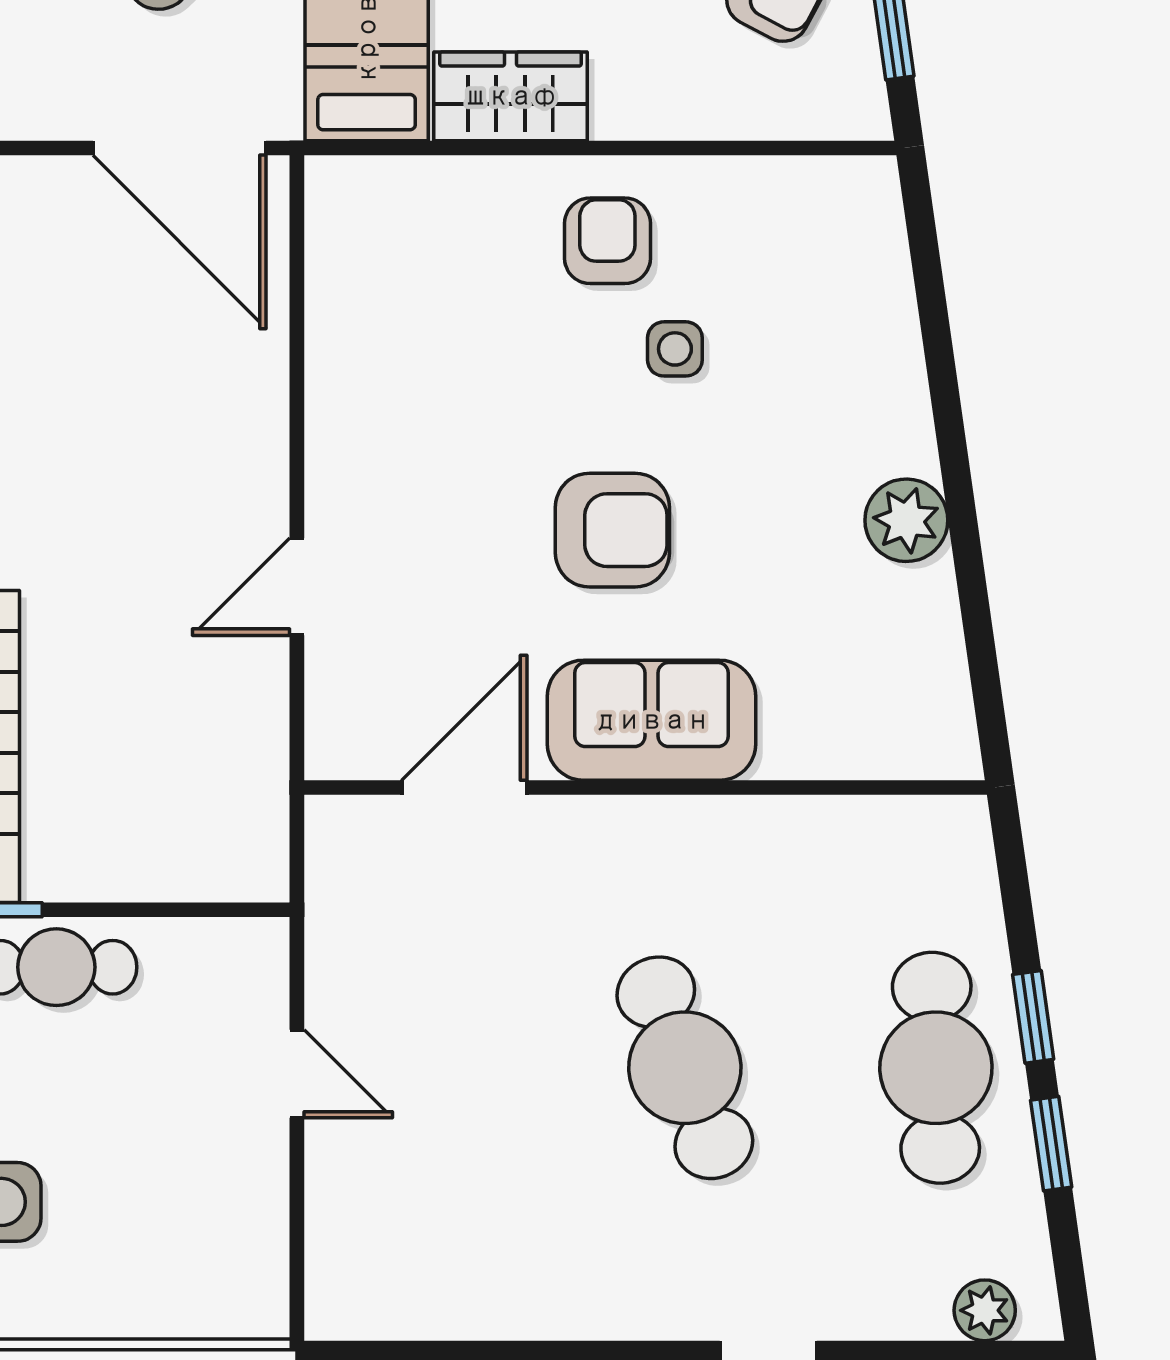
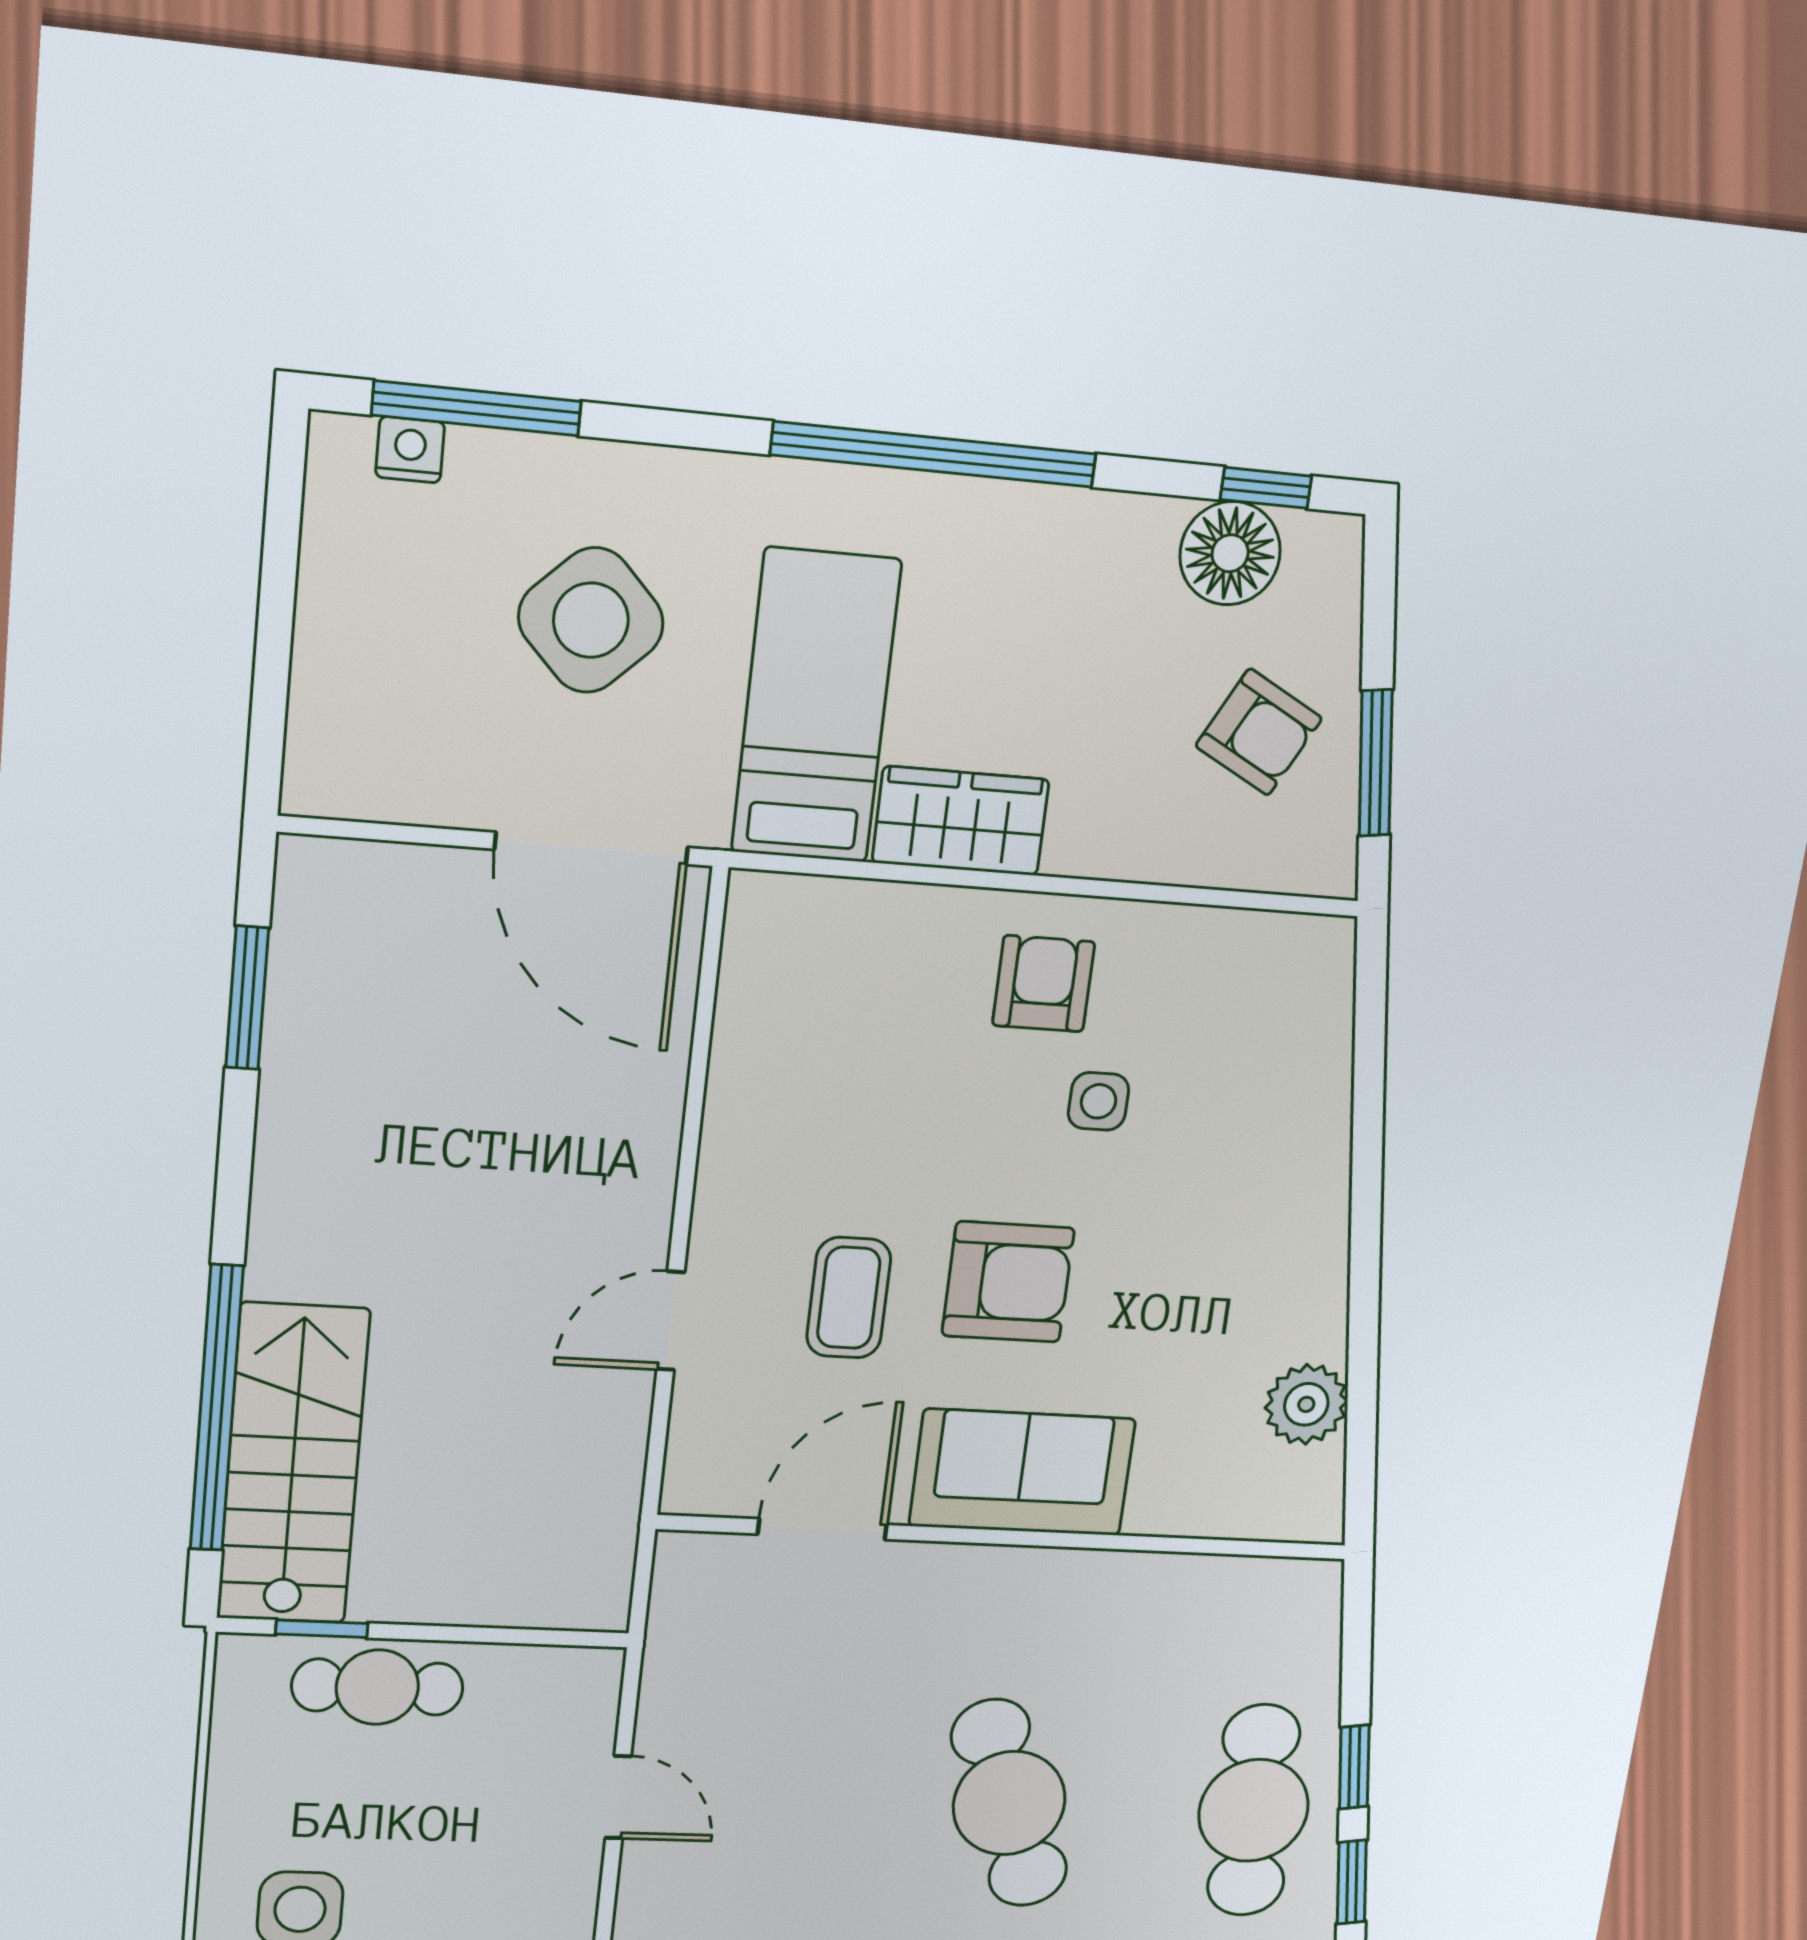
plant: (906, 520) -> (1306, 1404), moved
coffee table: (462, 555) -> (849, 1298), added

